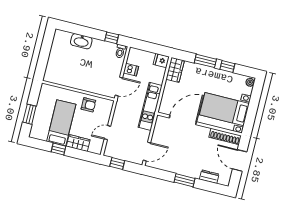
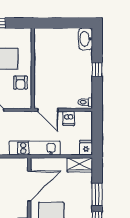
window: (112, 38) -> (97, 69), moved
washbasin: (81, 41) -> (86, 39), moved
door: (183, 120) -> (29, 186), hinge flipped

